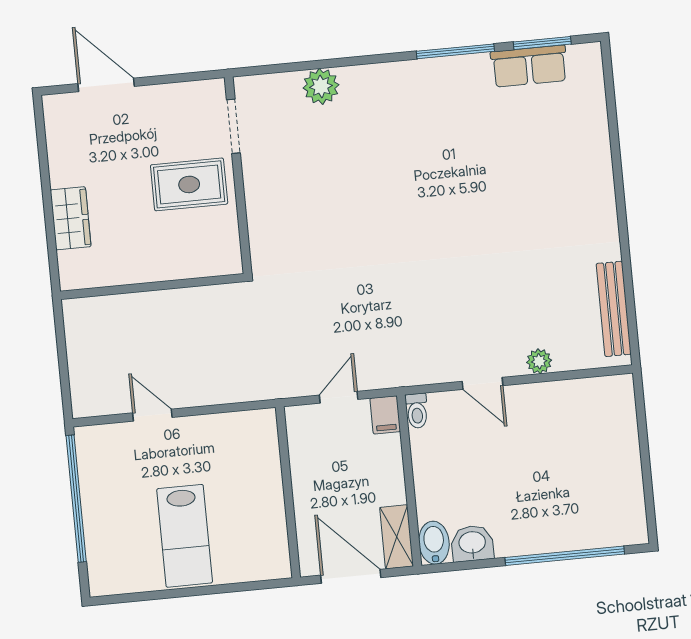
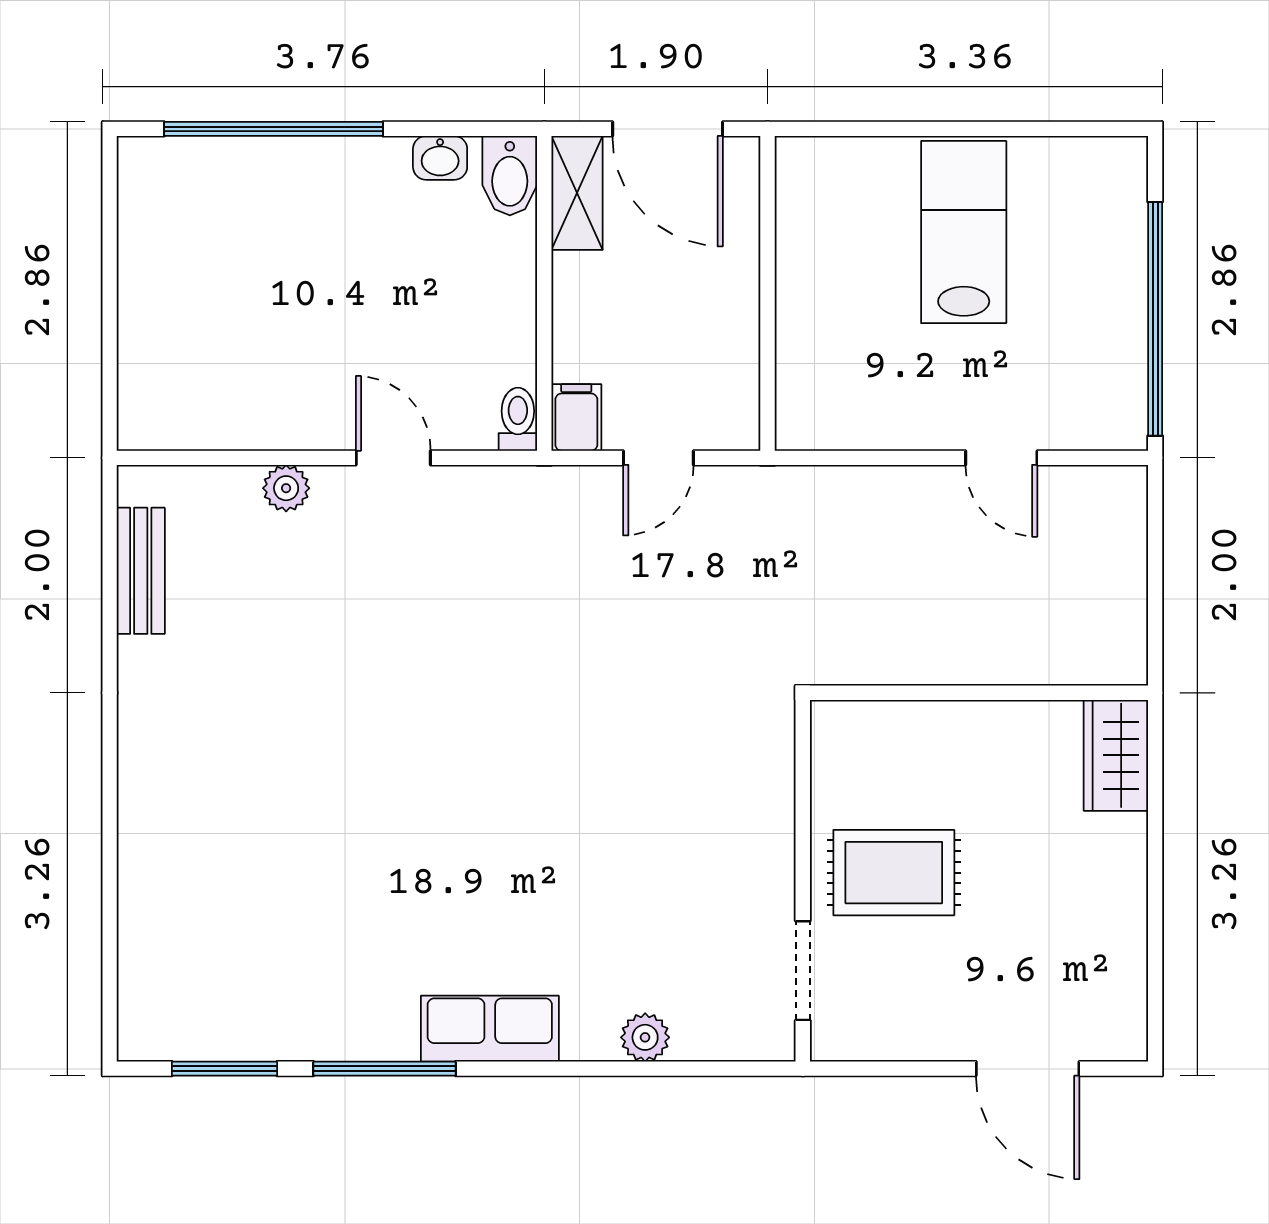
row of seats: (529, 66) -> (490, 1029), moved
plant: (321, 86) -> (645, 1037), width x0.73, depth x0.73
wardrobe: (71, 218) -> (1116, 755), moved
bench: (614, 309) -> (141, 571), width x0.73
washbasin: (472, 543) -> (440, 158), width x0.72, depth x0.69

